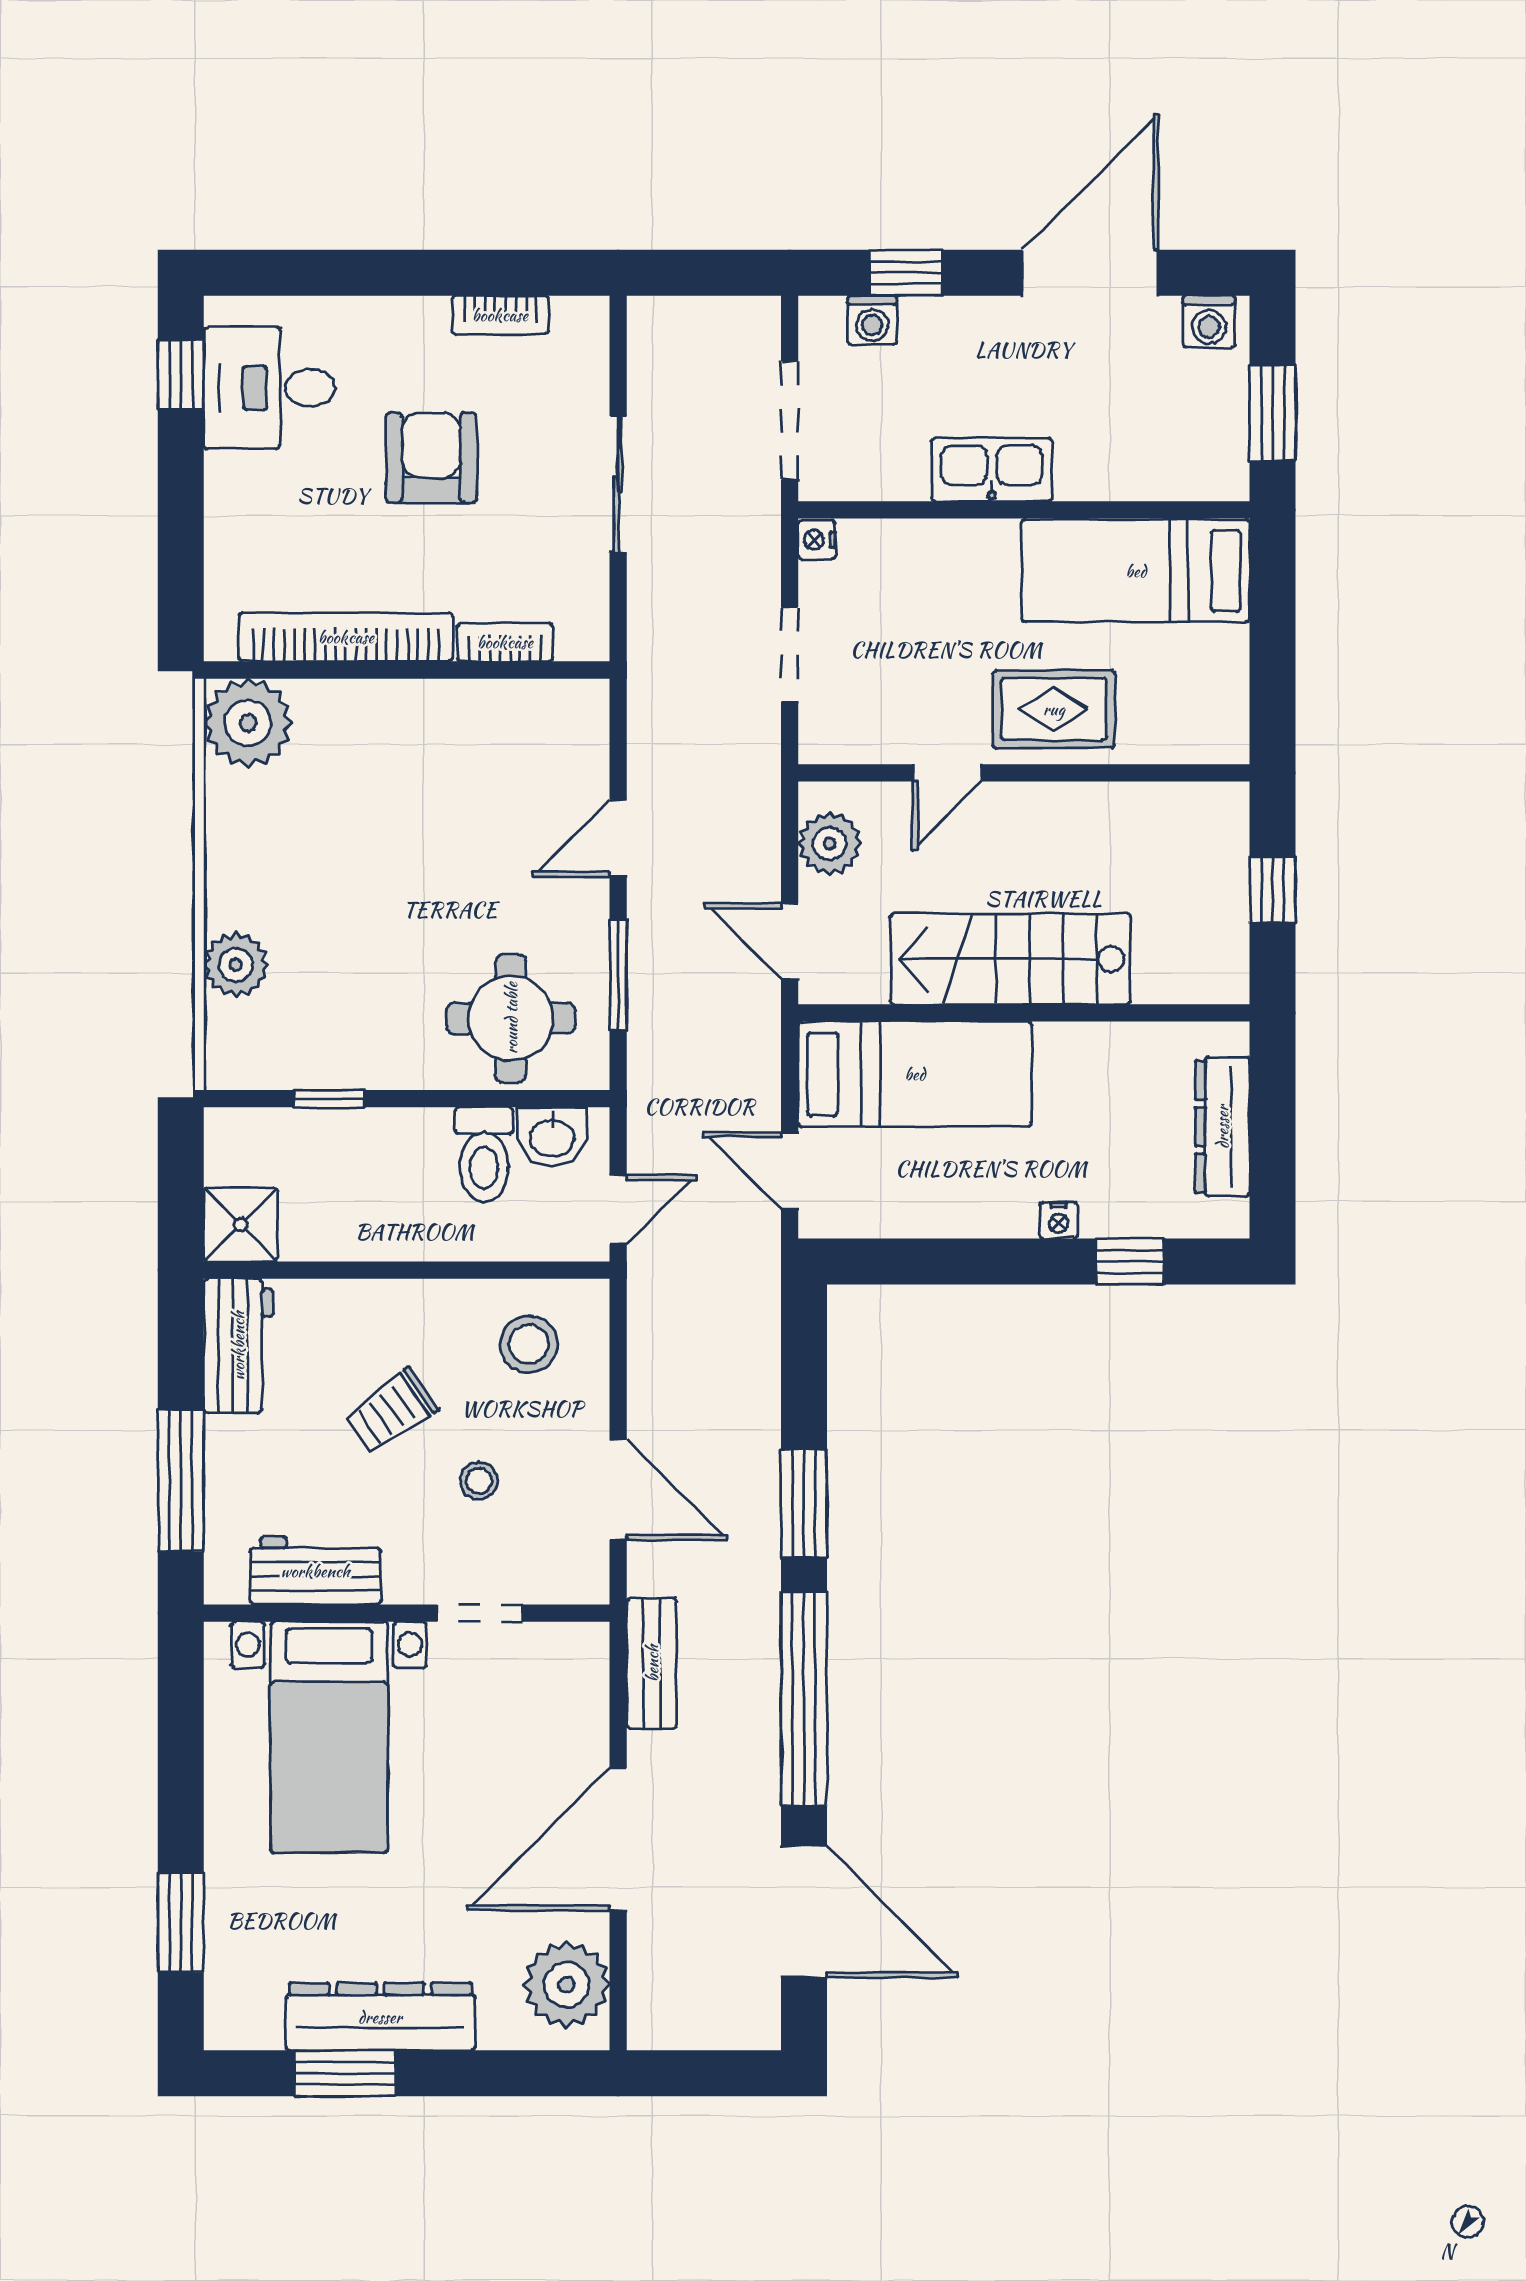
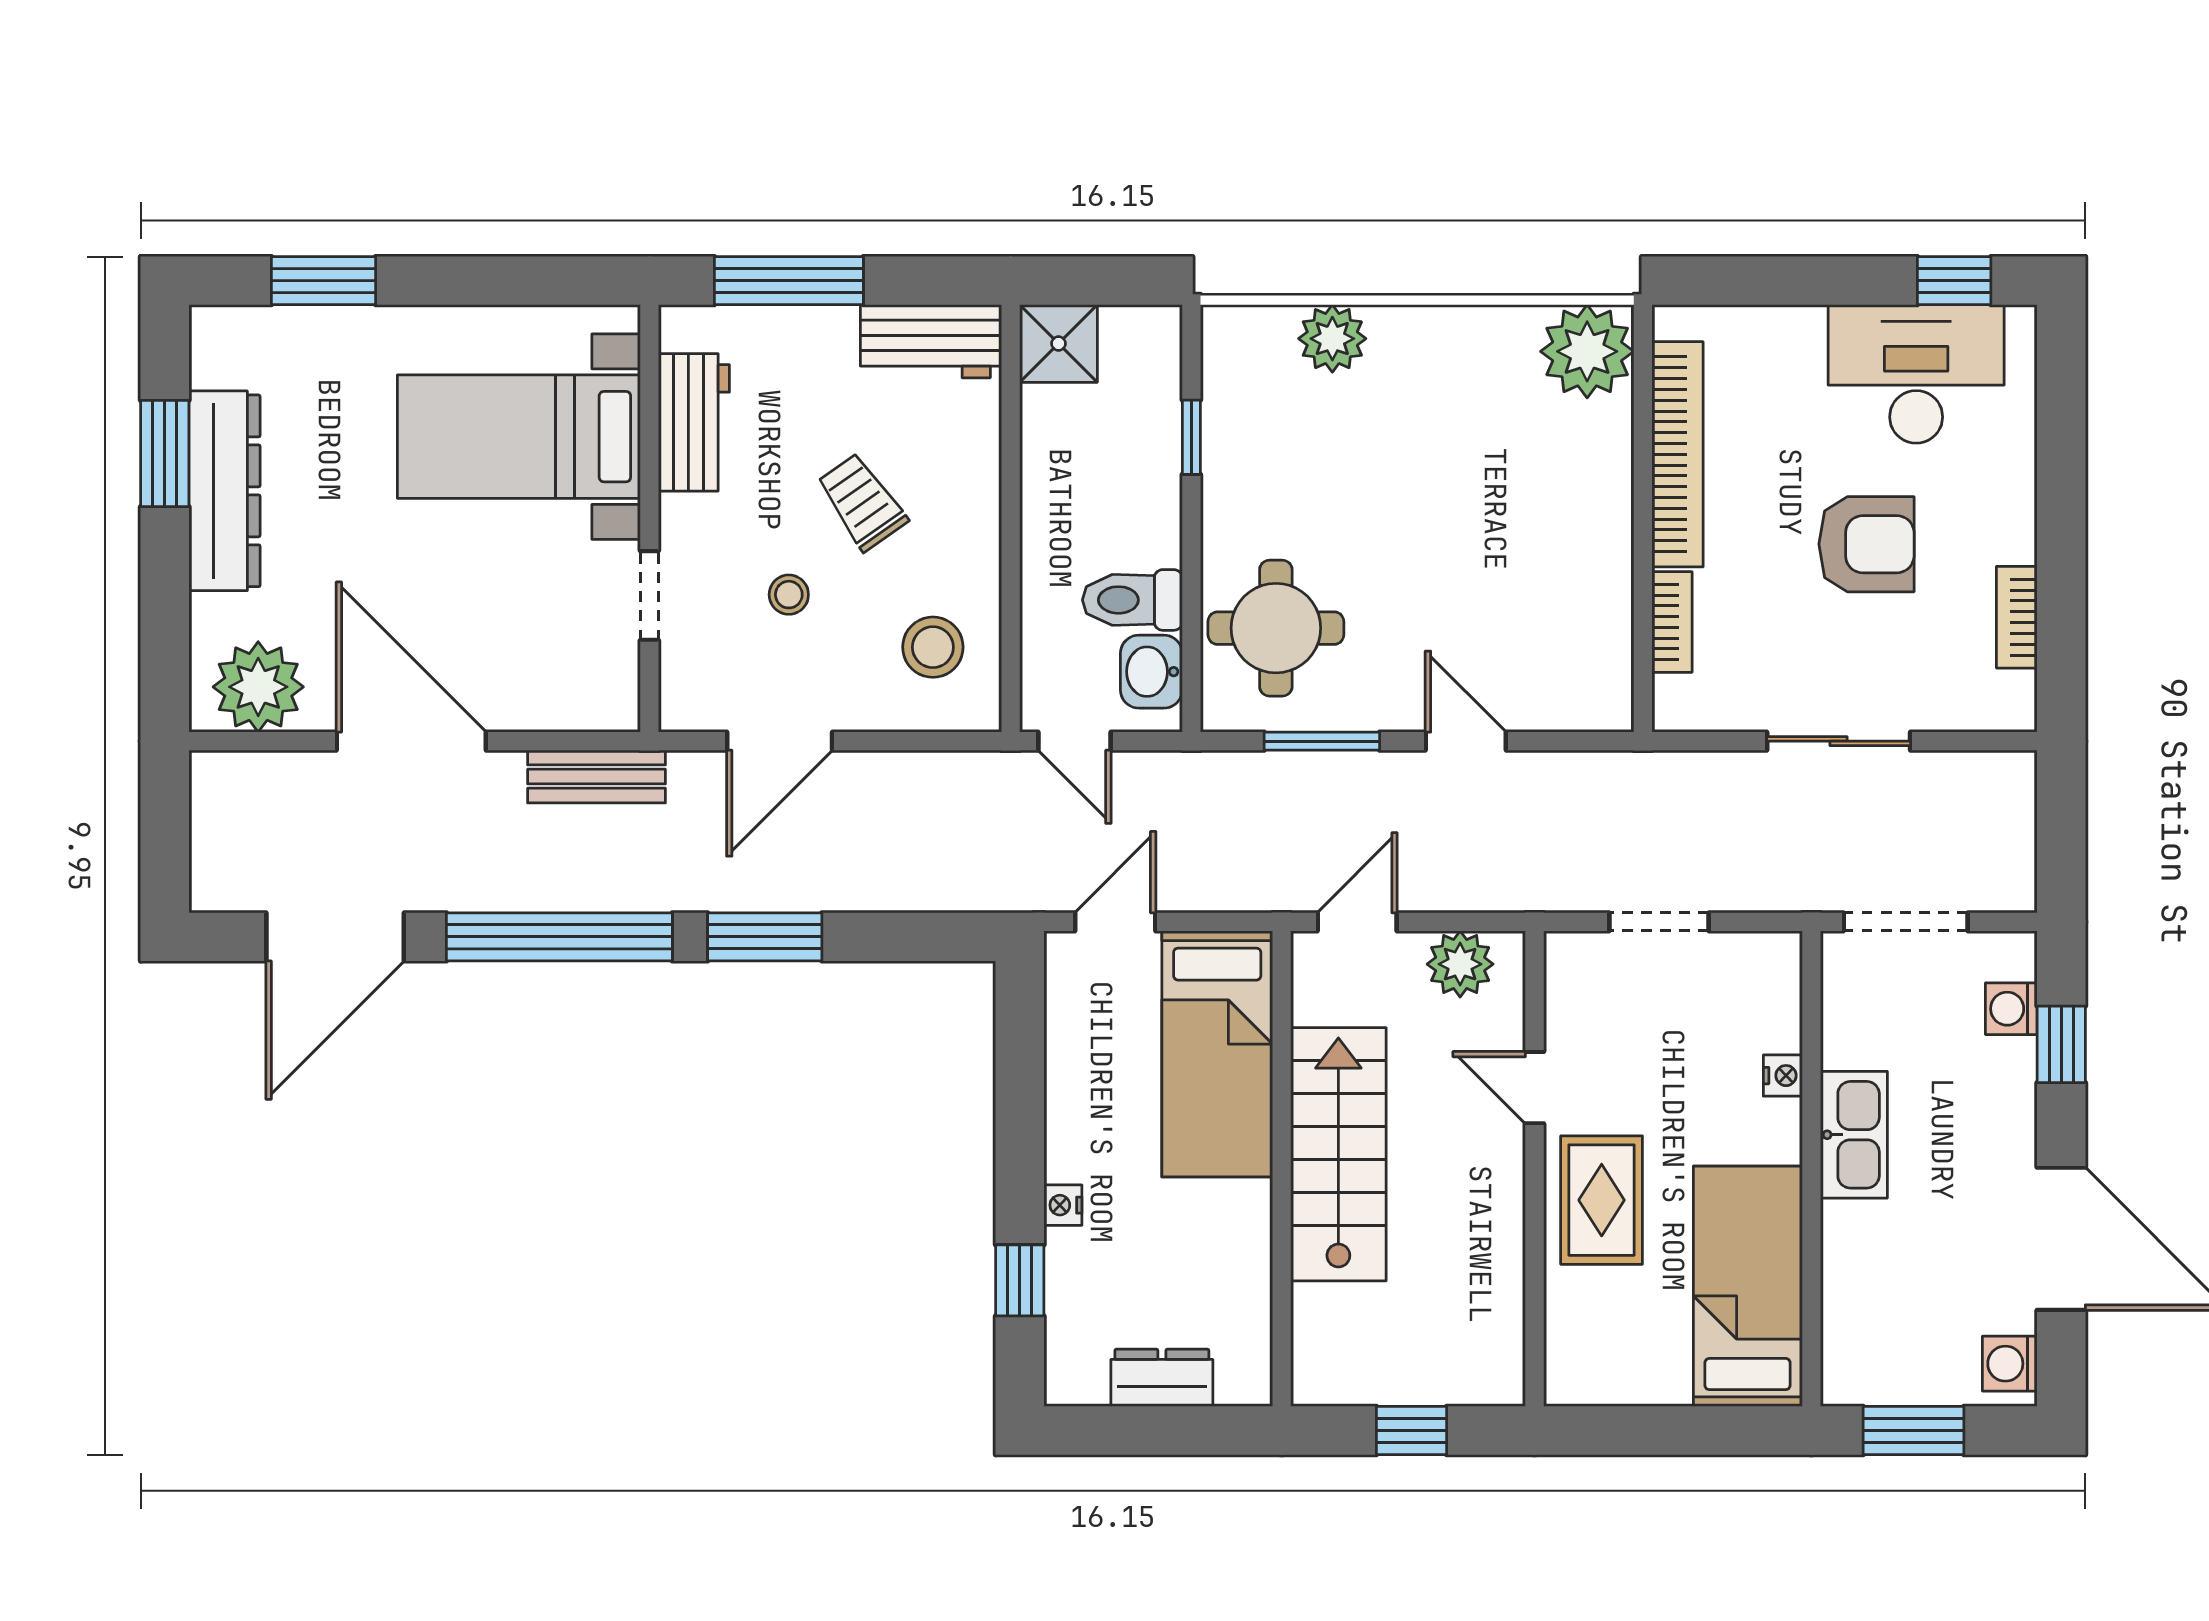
desk: (269, 388) -> (1916, 374), width x1.37
nightstand: (817, 540) -> (1783, 1076), moved, turned 90
dresser: (1222, 1127) -> (1162, 1378), width x0.70

